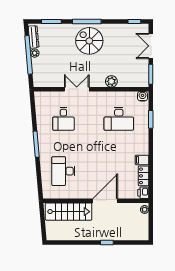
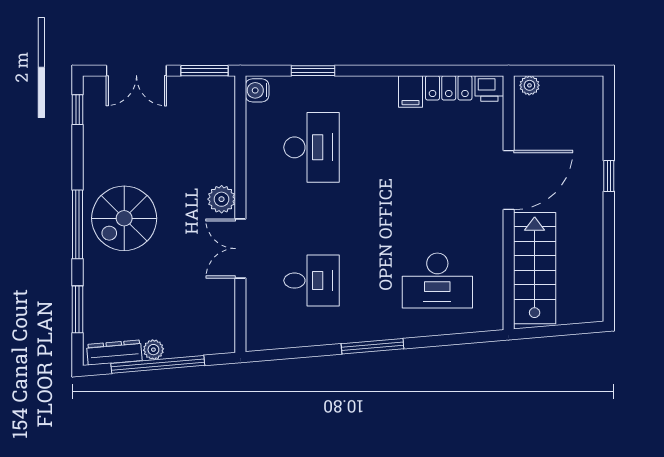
plant: (111, 81) -> (222, 199), moved
door: (105, 201) -> (509, 180), swing flipped

